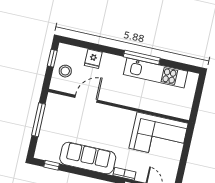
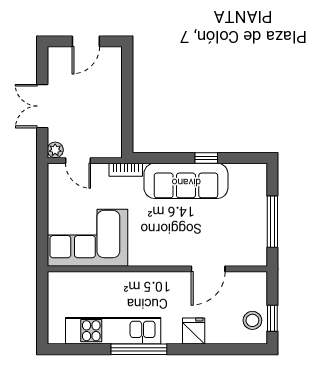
fridge: (93, 59) -> (194, 331), moved
stool: (65, 71) -> (252, 320), moved
window: (52, 165) -> (206, 158), moved

